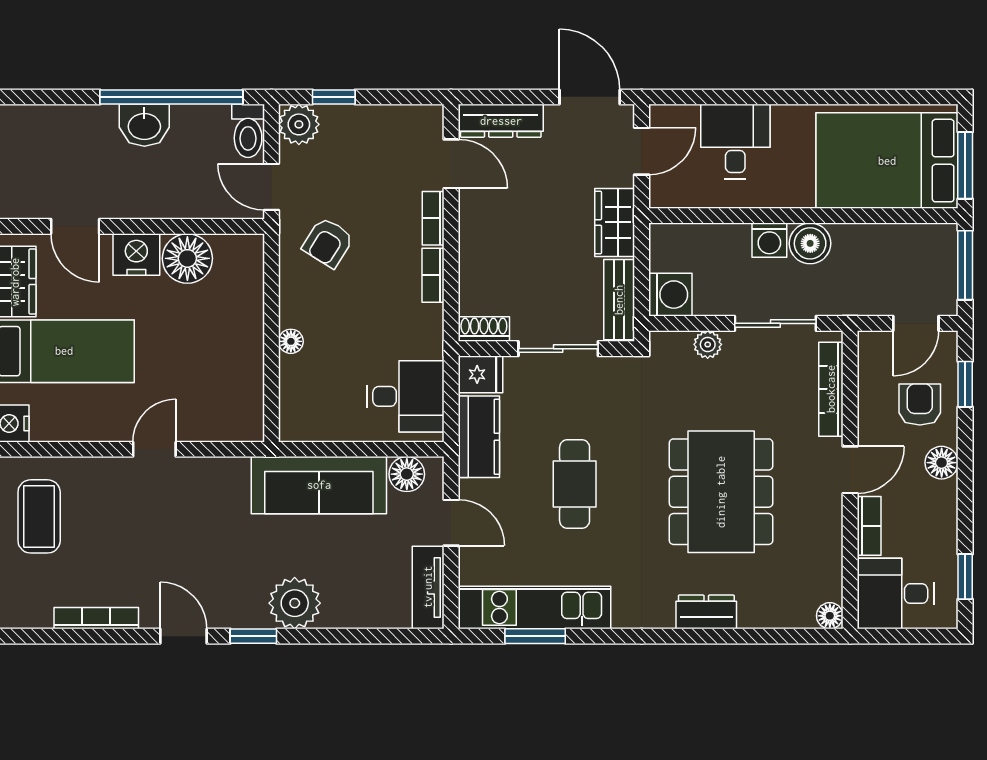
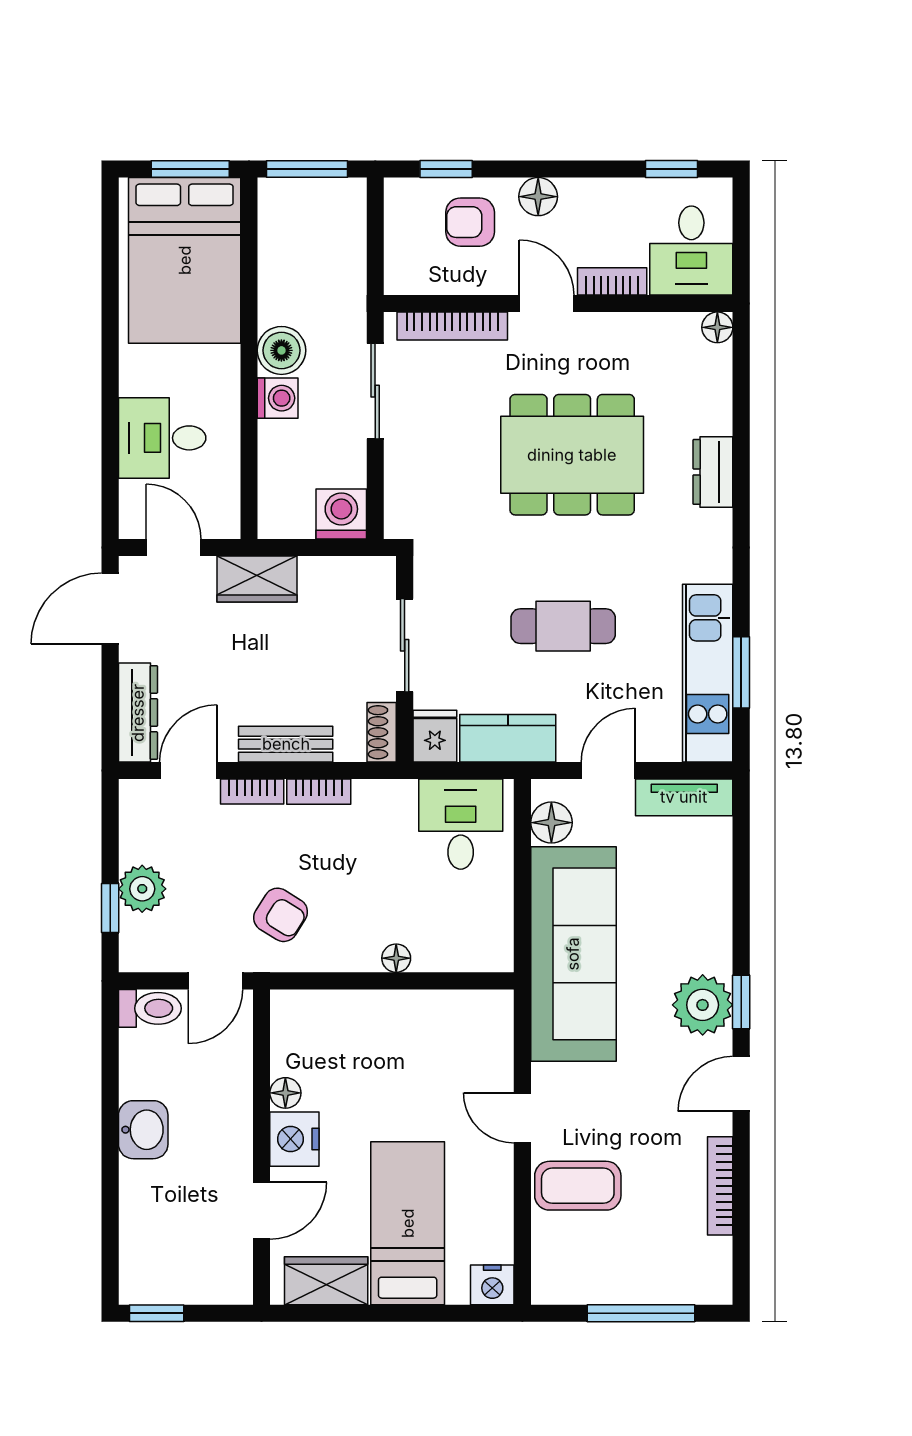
window: (171, 97) -> (110, 1098), removed
plant: (299, 124) -> (142, 889), moved
floor lamp: (187, 258) -> (285, 1093), width x0.53, depth x0.53
bench: (619, 300) -> (286, 744), moved
door: (916, 323) -> (375, 227), removed
plant: (708, 344) -> (400, 470), removed
sofa: (319, 485) -> (573, 954), width x1.36, depth x1.27
coffee table: (39, 516) -> (578, 1186), moved
plant: (295, 603) -> (703, 1005), moved

